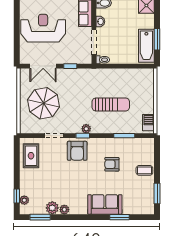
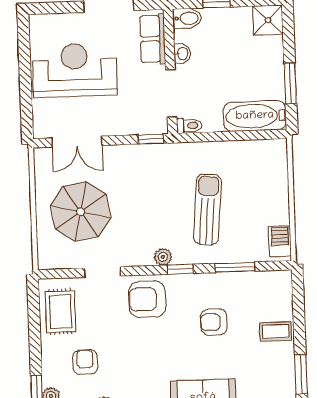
bathtub: (146, 46) -> (255, 116), moved, turned 90
window: (70, 66) -> (151, 139), moved
sun lounger: (111, 105) -> (207, 209), turned -85
window: (83, 136) -> (180, 269), moved
armchair: (77, 151) -> (147, 299), turned 90
armchair: (43, 183) -> (85, 362), added

